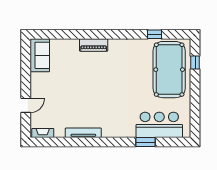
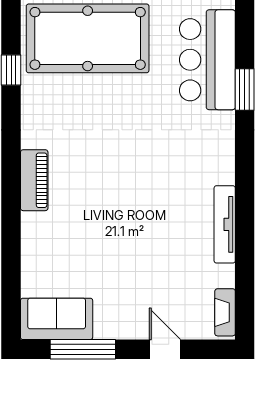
piano: (94, 45) -> (34, 180), moved
window: (26, 67) -> (83, 349), added

